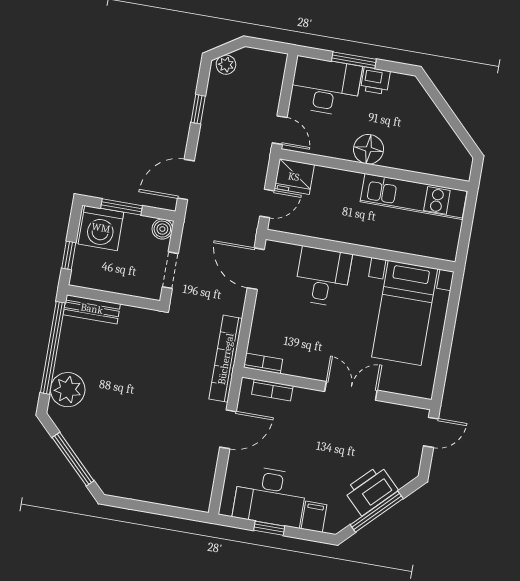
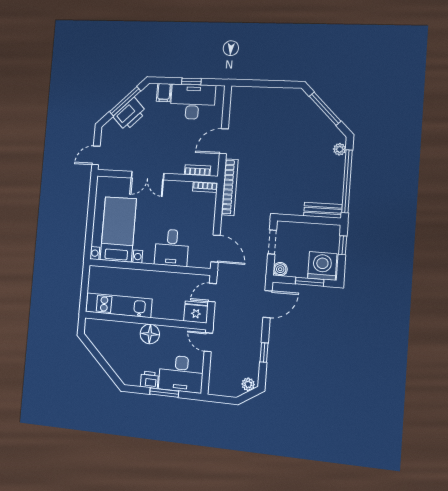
plant: (68, 390) -> (340, 149), width x0.53, depth x0.53

